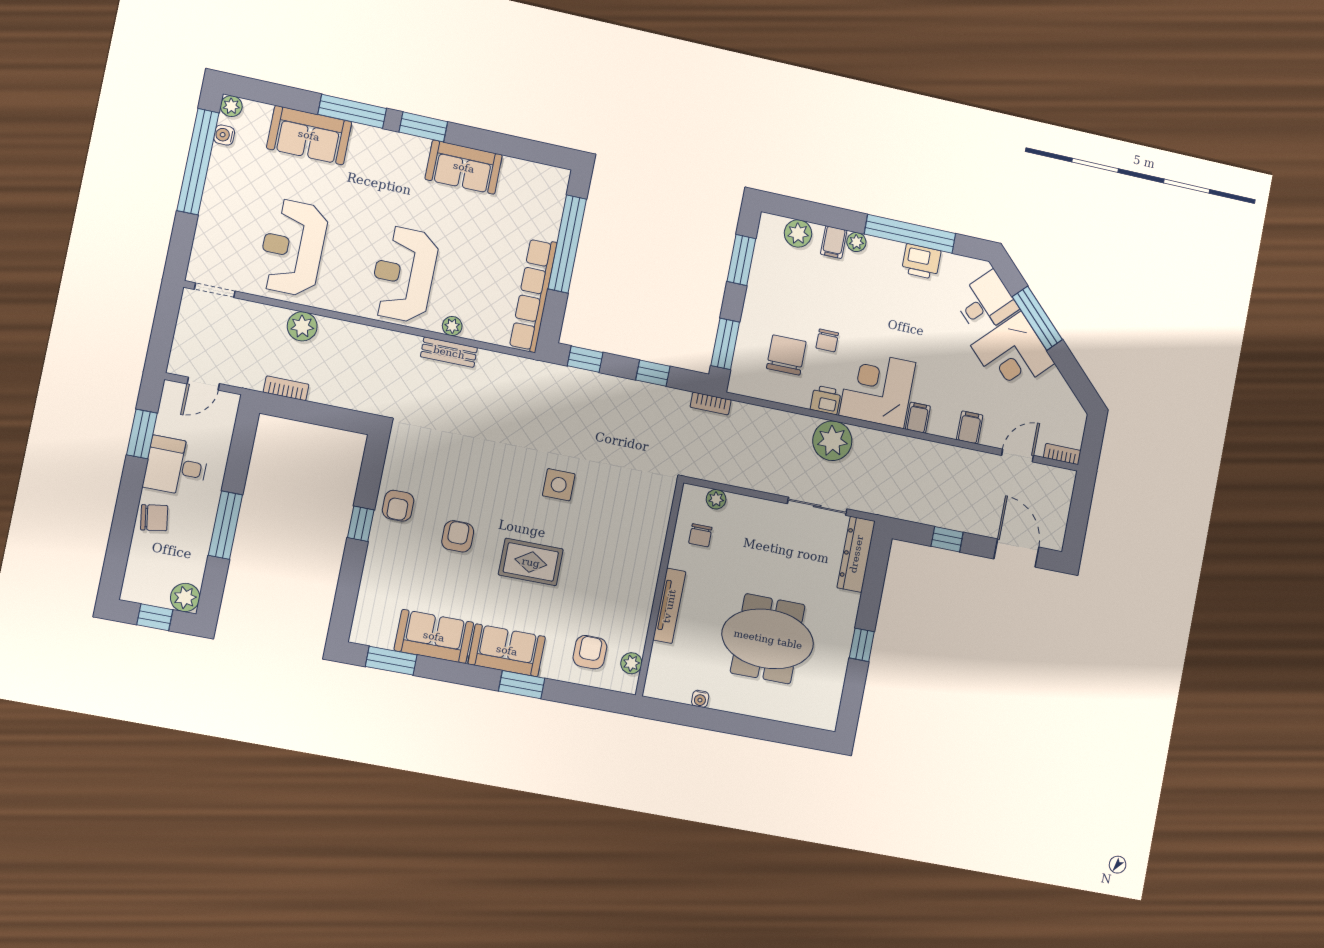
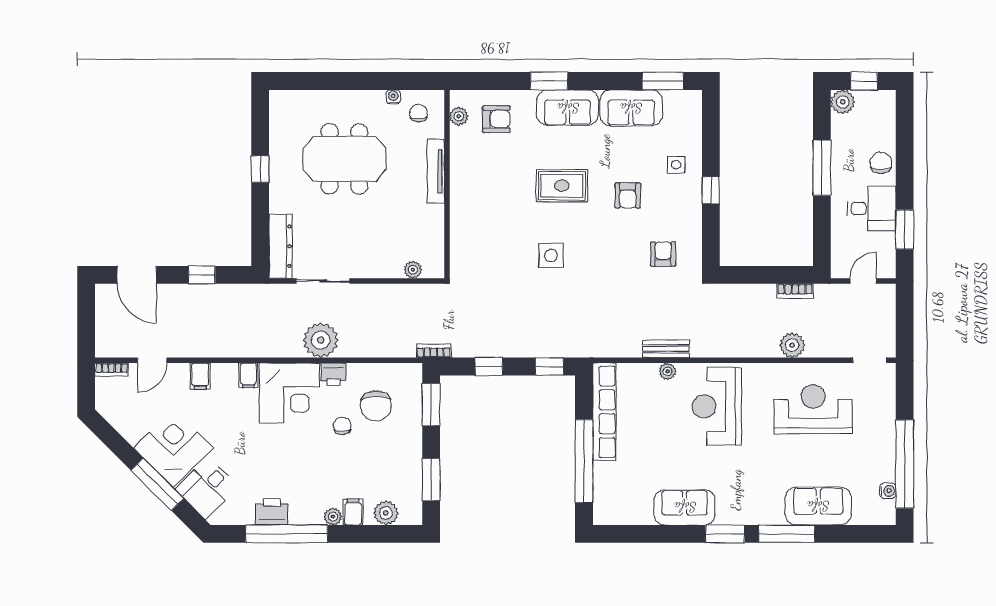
plant: (231, 106) -> (887, 516), removed
reception desk: (293, 248) -> (813, 409), turned -90
reception desk: (404, 274) -> (717, 406), turned 180
armchair: (398, 506) -> (663, 254), moved
chair: (154, 518) -> (881, 163), turned 99
chair: (700, 535) -> (418, 113), moved
side table: (395, 561) -> (676, 165), added
armchair: (590, 652) -> (496, 119), turned -90

